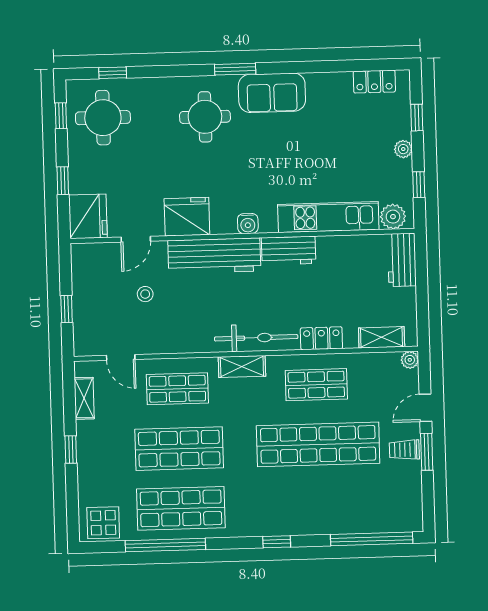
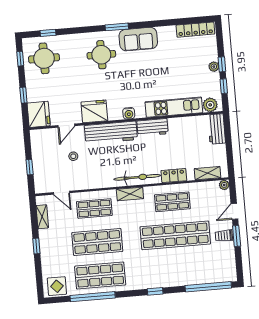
locker: (374, 82) -> (195, 30), width x1.53
window: (417, 118) -> (222, 64), moved

